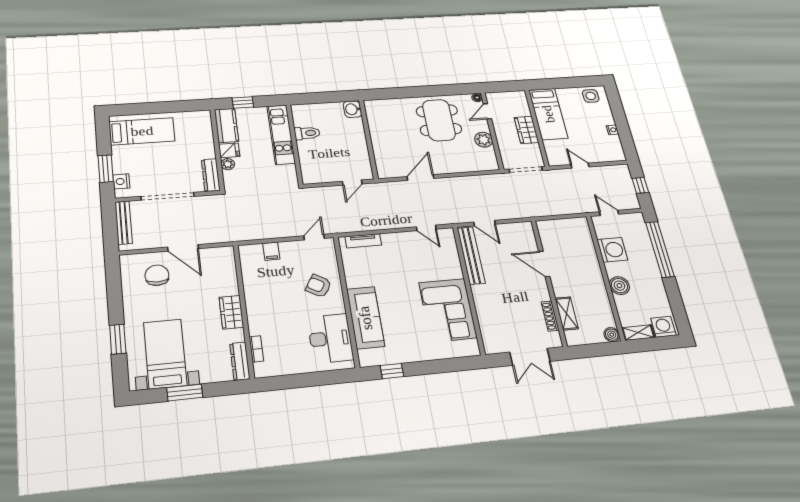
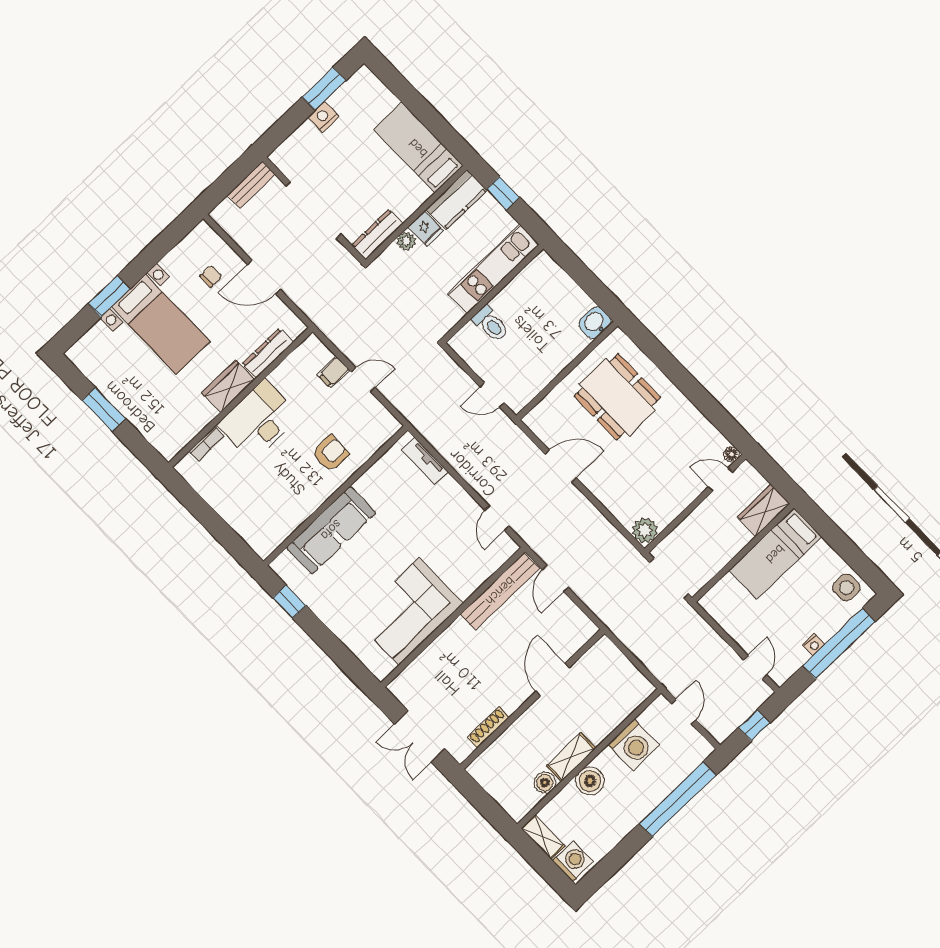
window: (620, 119) -> (839, 644), added
dining table: (439, 120) -> (617, 397), moved, turned 90
wardrobe: (527, 130) -> (763, 510), moved
bed: (142, 131) -> (418, 148), moved, turned 180
toilet: (307, 133) -> (491, 324), moved
plant: (484, 140) -> (645, 530), moved
door: (580, 166) -> (755, 667), moved
window: (106, 169) -> (324, 89), moved
nightstand: (121, 181) -> (324, 117), moved
bench: (124, 223) -> (251, 185), width x0.73
door: (314, 237) -> (363, 380), moved
door: (183, 248) -> (264, 277), hinge flipped
chair: (157, 275) -> (211, 276), width x0.54, depth x0.54
armchair: (319, 286) -> (331, 453), turned 59
shelving: (567, 313) -> (571, 757), moved
boiler: (612, 335) -> (545, 783), moved
desk: (330, 338) -> (259, 420), moved, turned 180
bed with nightstands: (165, 354) -> (161, 324), moved, turned 90
dresser: (240, 361) -> (268, 353), moved

